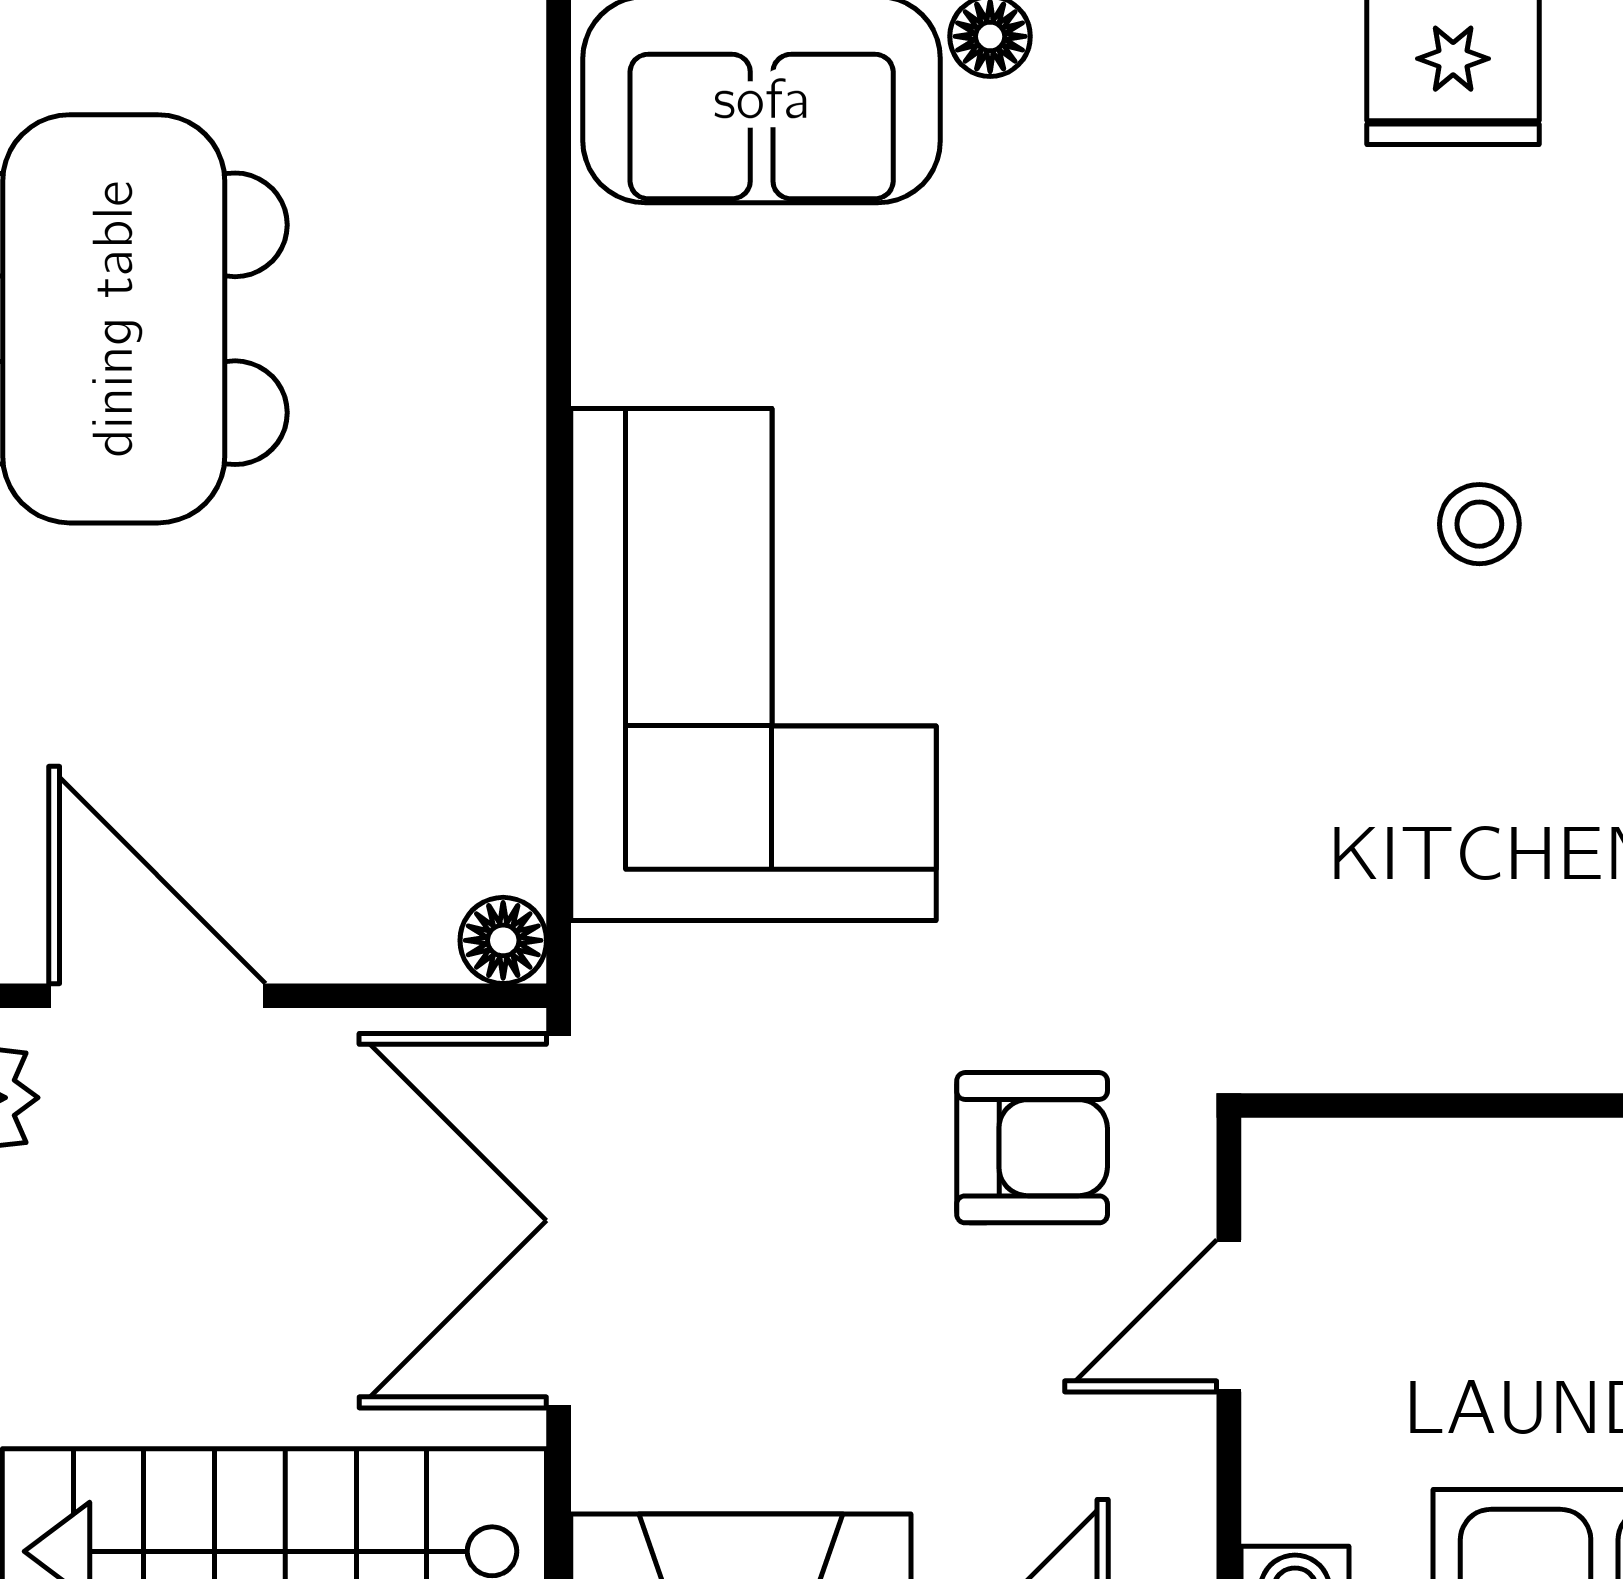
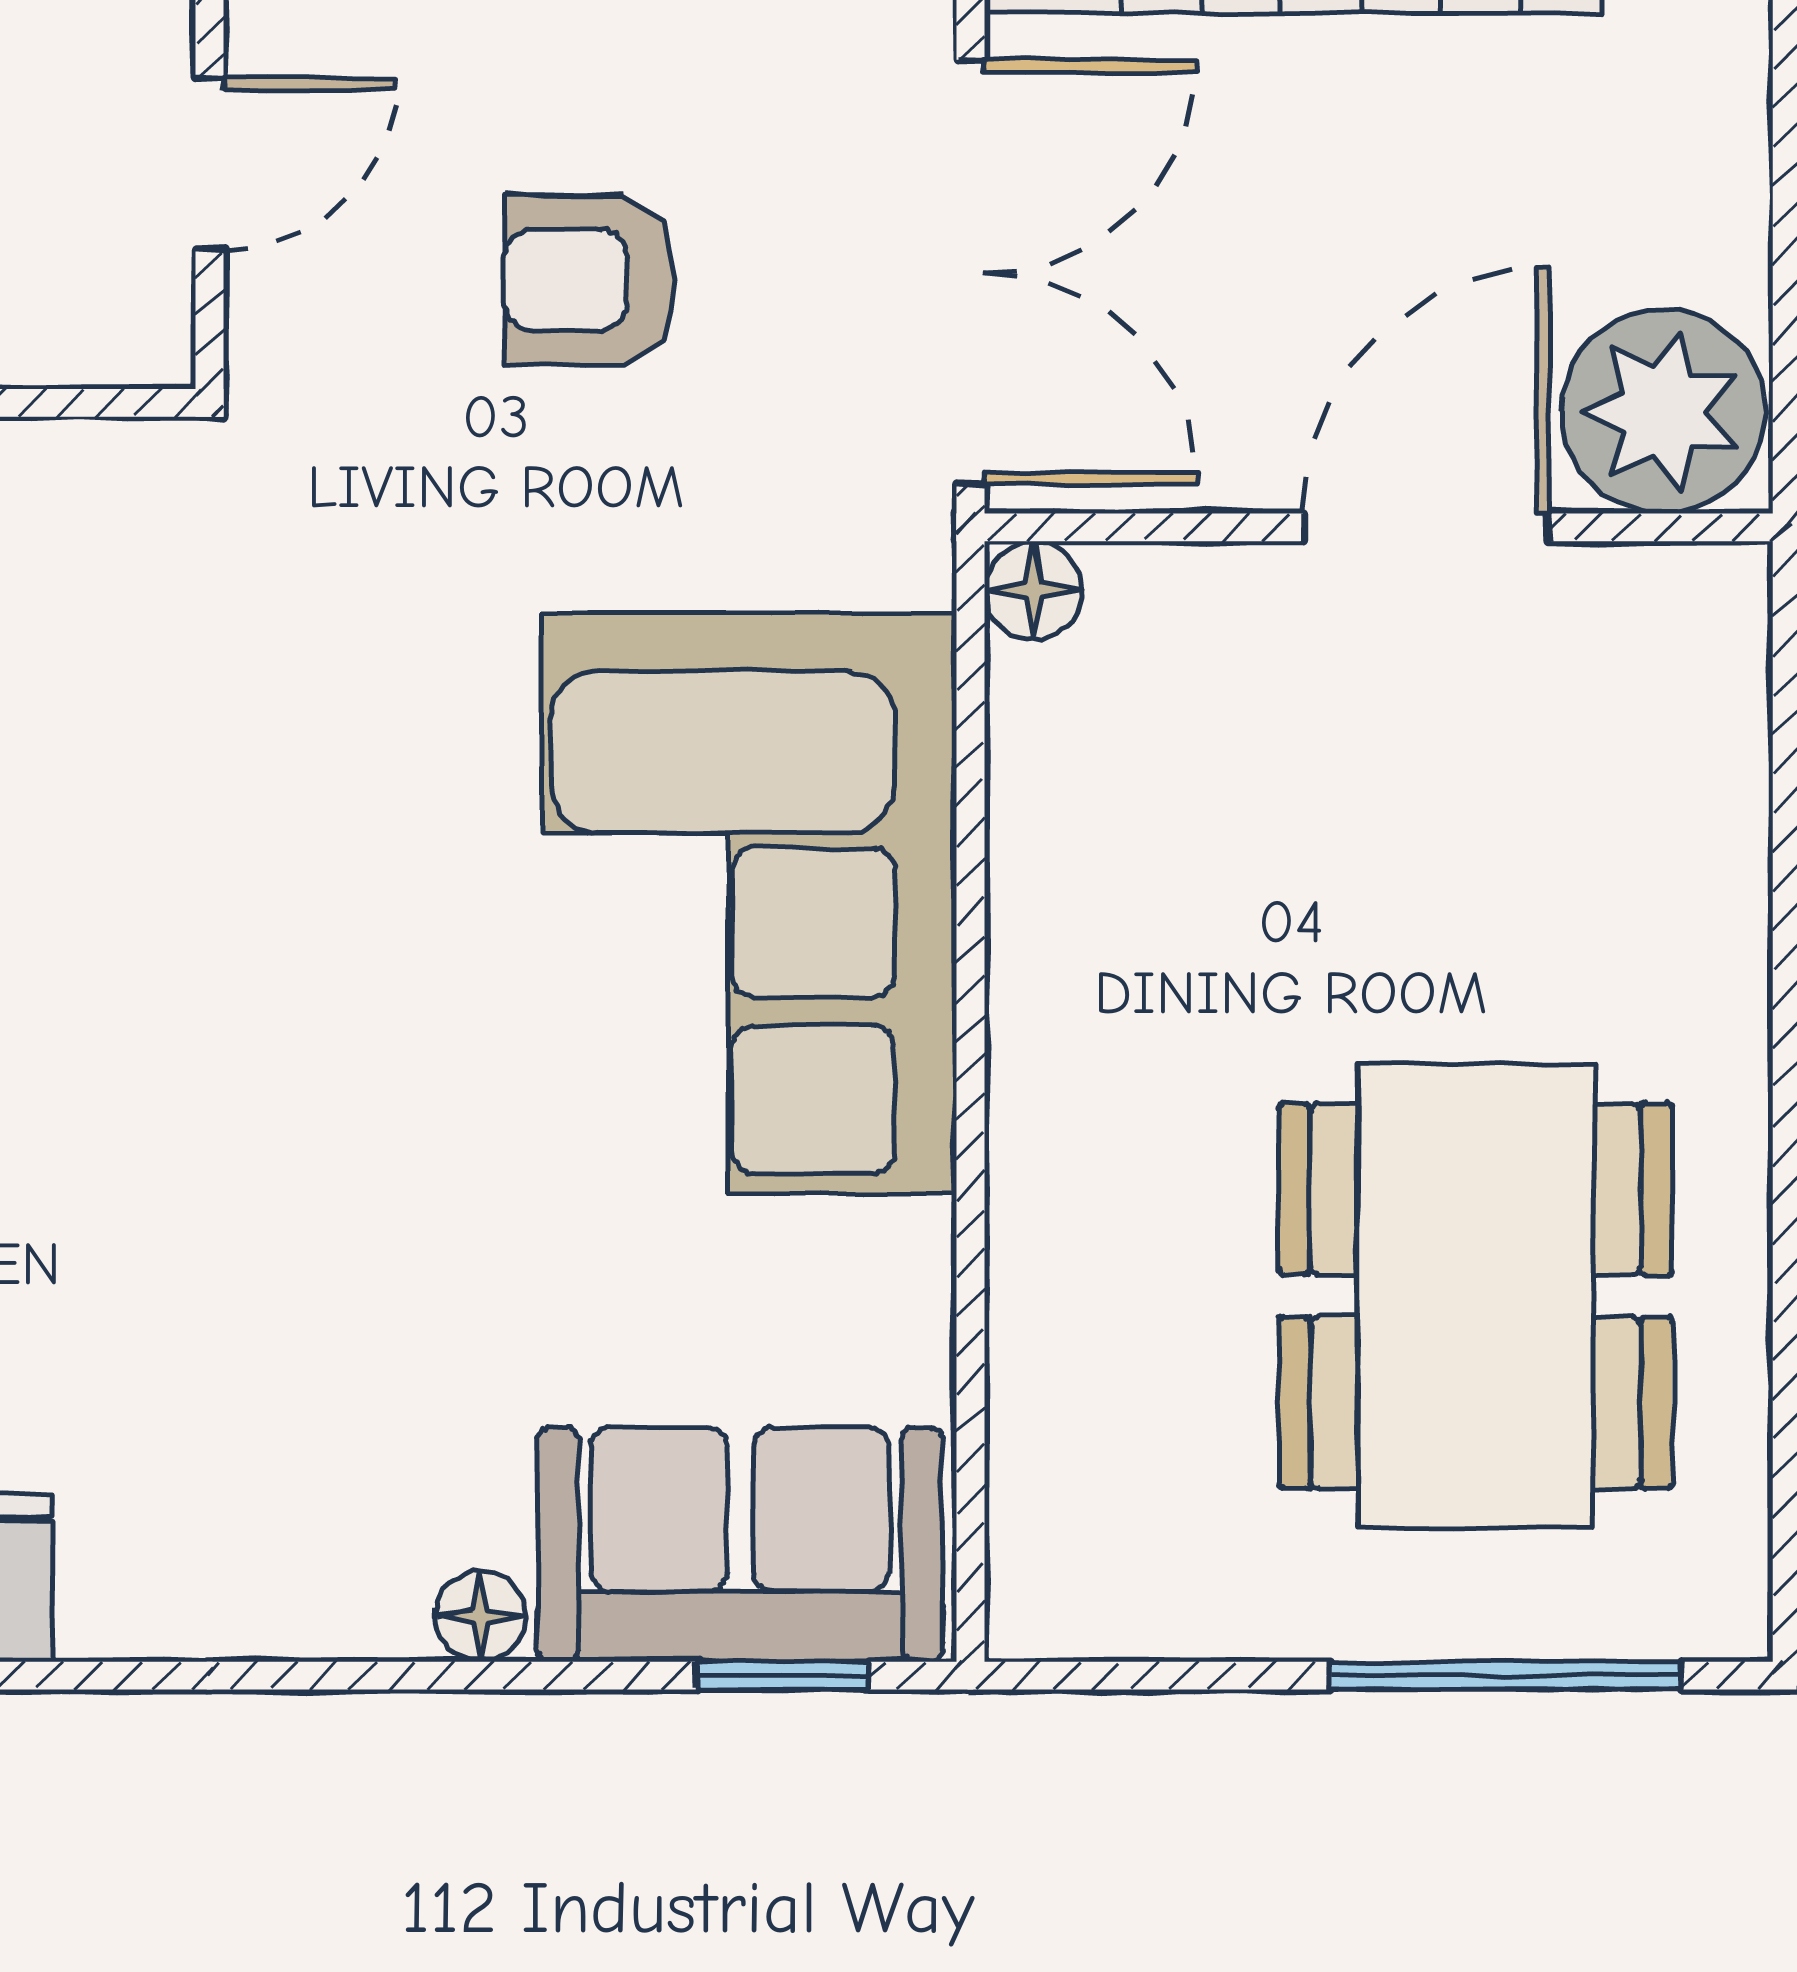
door: (157, 996) -> (1426, 527), swing flipped
armchair: (1032, 1148) -> (590, 280), moved

